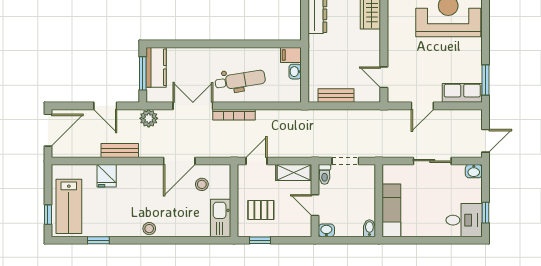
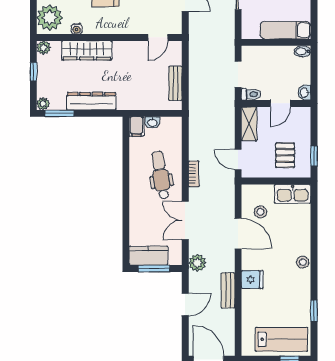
bookcase: (234, 115) -> (194, 174), width x0.64
fridge: (107, 176) -> (252, 280), moved

